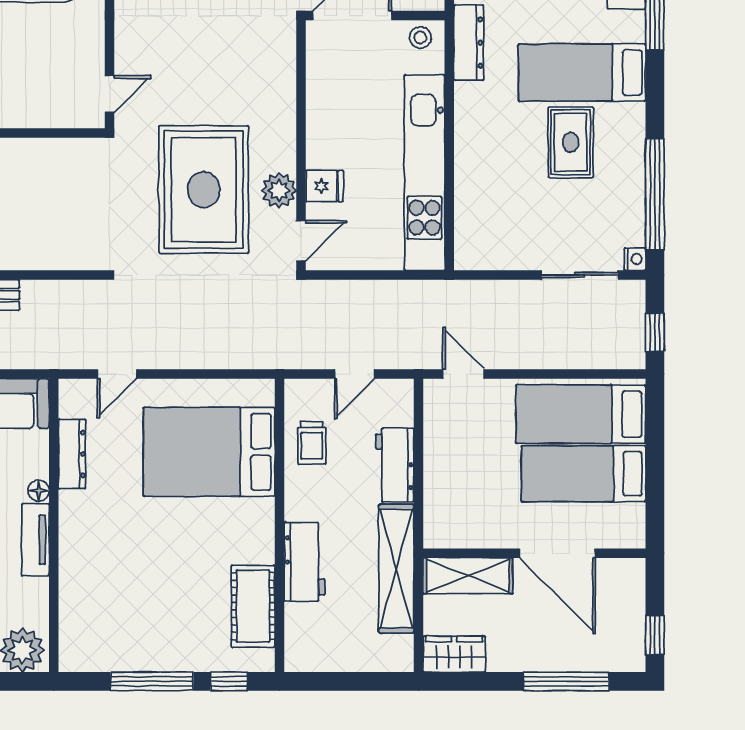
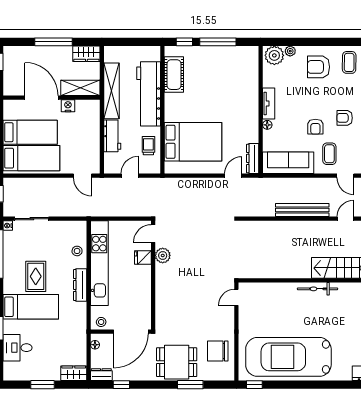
dresser: (469, 43) -> (80, 285), moved
rug: (204, 190) -> (195, 256), removed
stool: (476, 201) -> (77, 251), added
dresser: (72, 454) -> (253, 158), moved
nightstand: (497, 534) -> (68, 106), added
workbench: (304, 562) -> (149, 94), width x1.88, depth x1.32
window: (566, 681) -> (53, 42), moved

